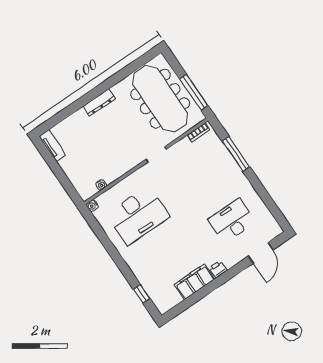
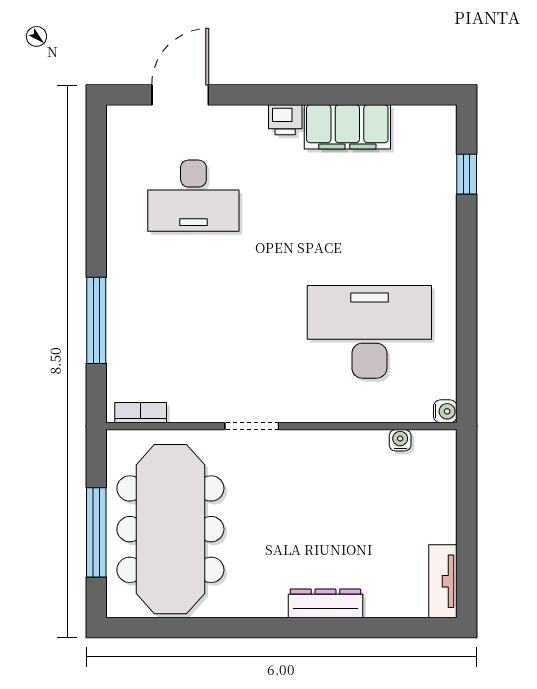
window: (194, 92) -> (96, 532), moved
dresser: (99, 103) -> (325, 603), moved

